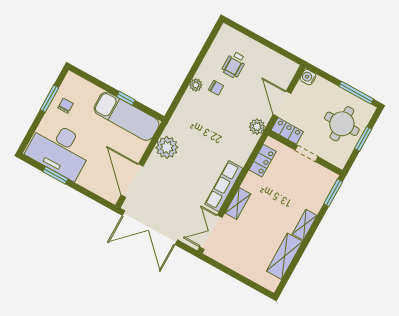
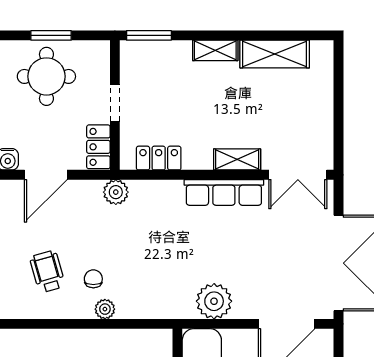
wheelchair: (234, 65) -> (47, 272), turned -106
door: (282, 104) -> (46, 175), moved

